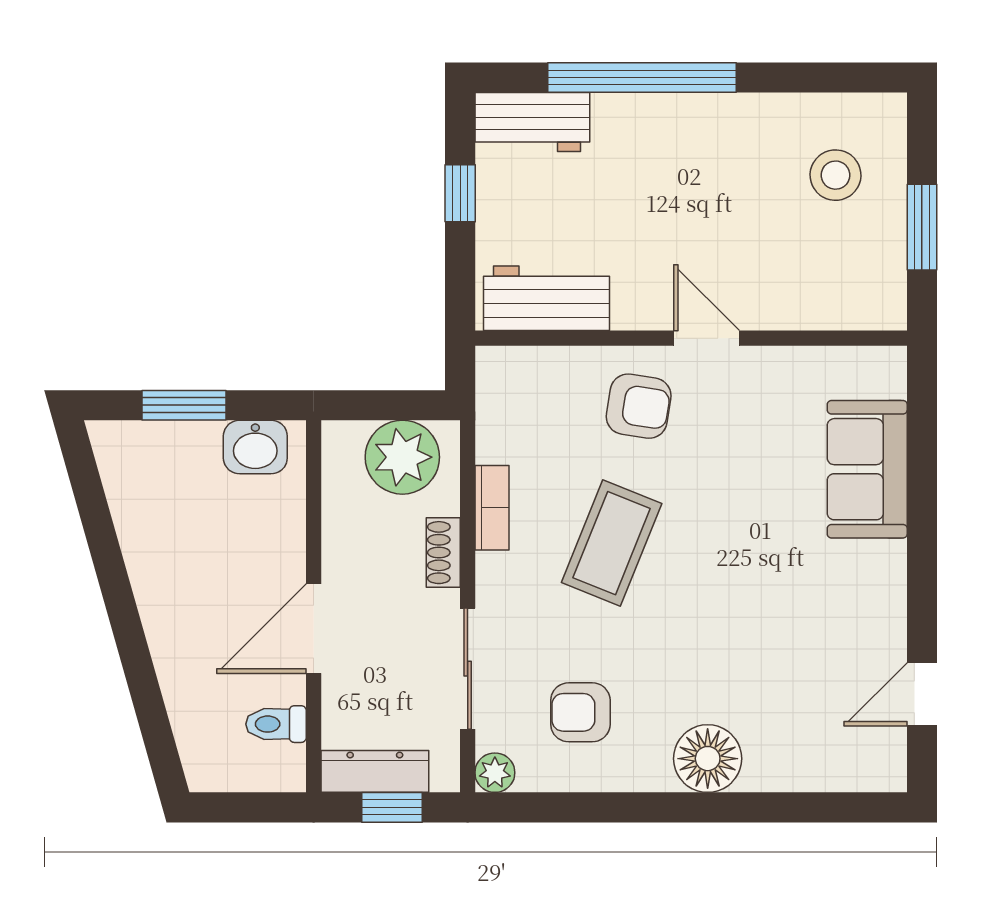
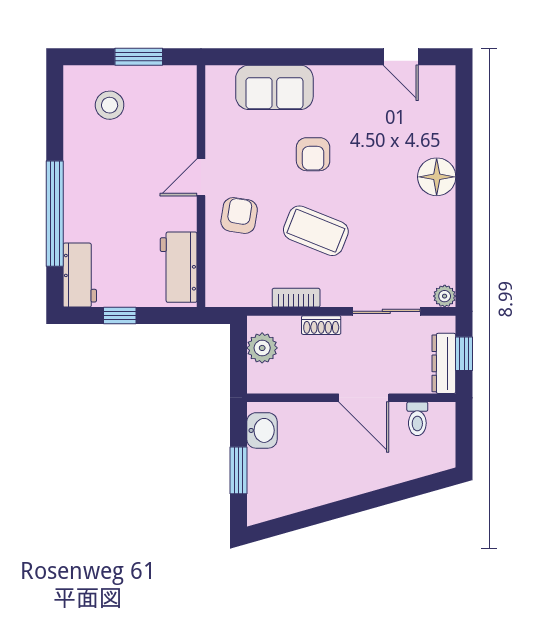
plant: (402, 457) -> (262, 348), width x0.73, depth x0.73
armchair: (580, 712) -> (313, 154), moved

